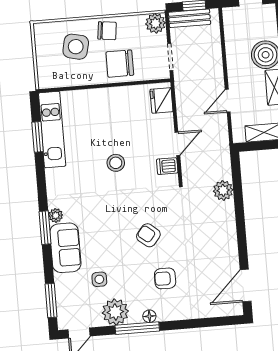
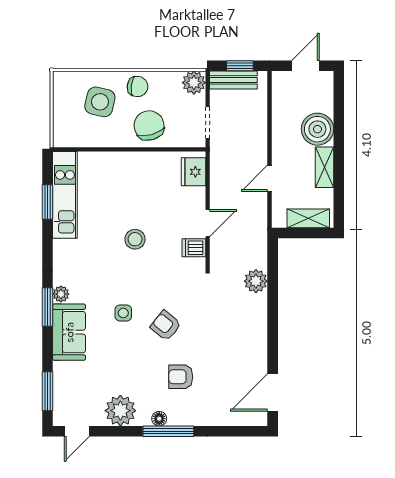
chair: (120, 64) -> (149, 125), turned 74
side table: (99, 279) -> (123, 313), moved
window: (137, 328) -> (168, 431), moved

